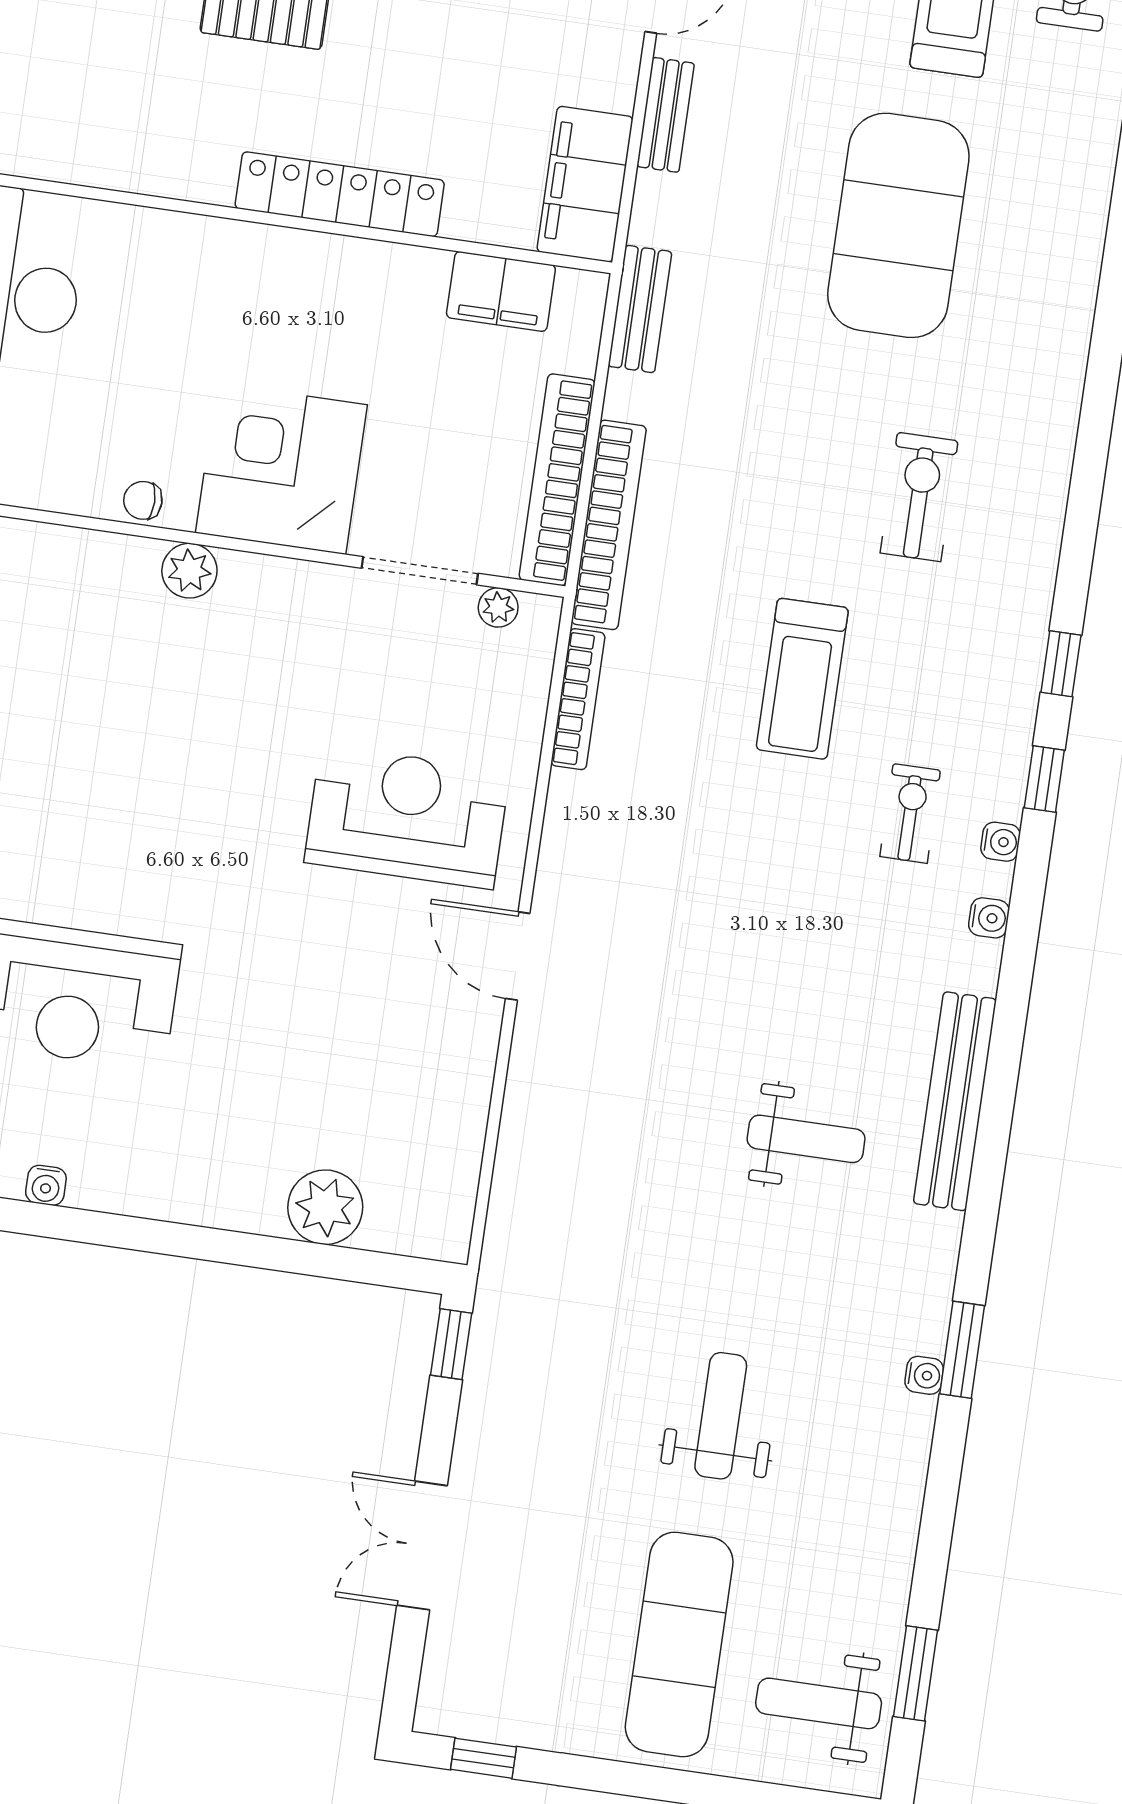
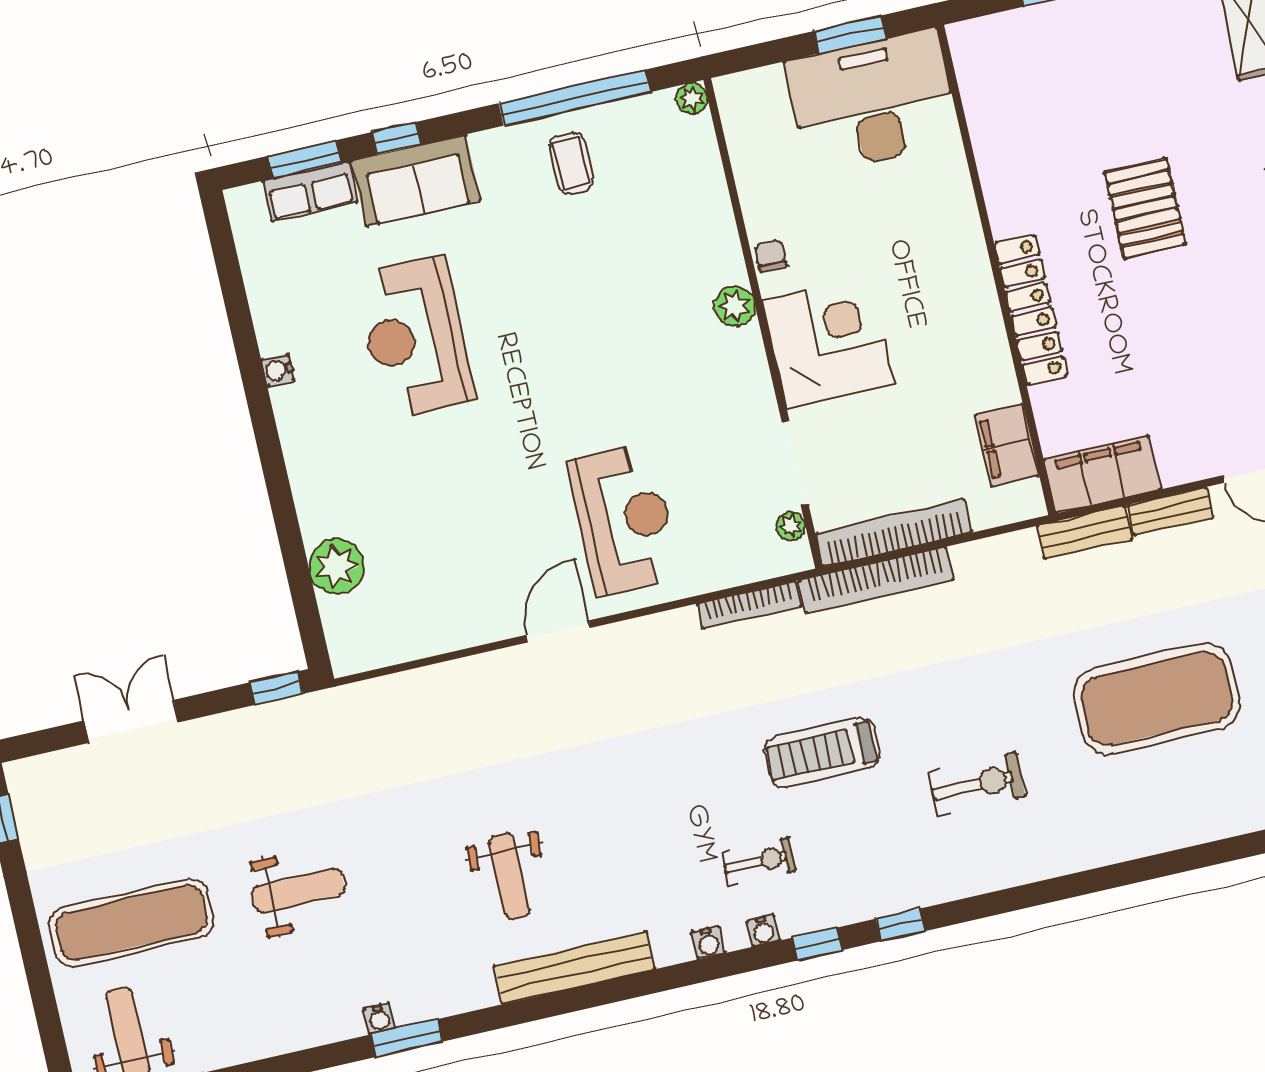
bench: (640, 309) -> (1085, 532), moved

